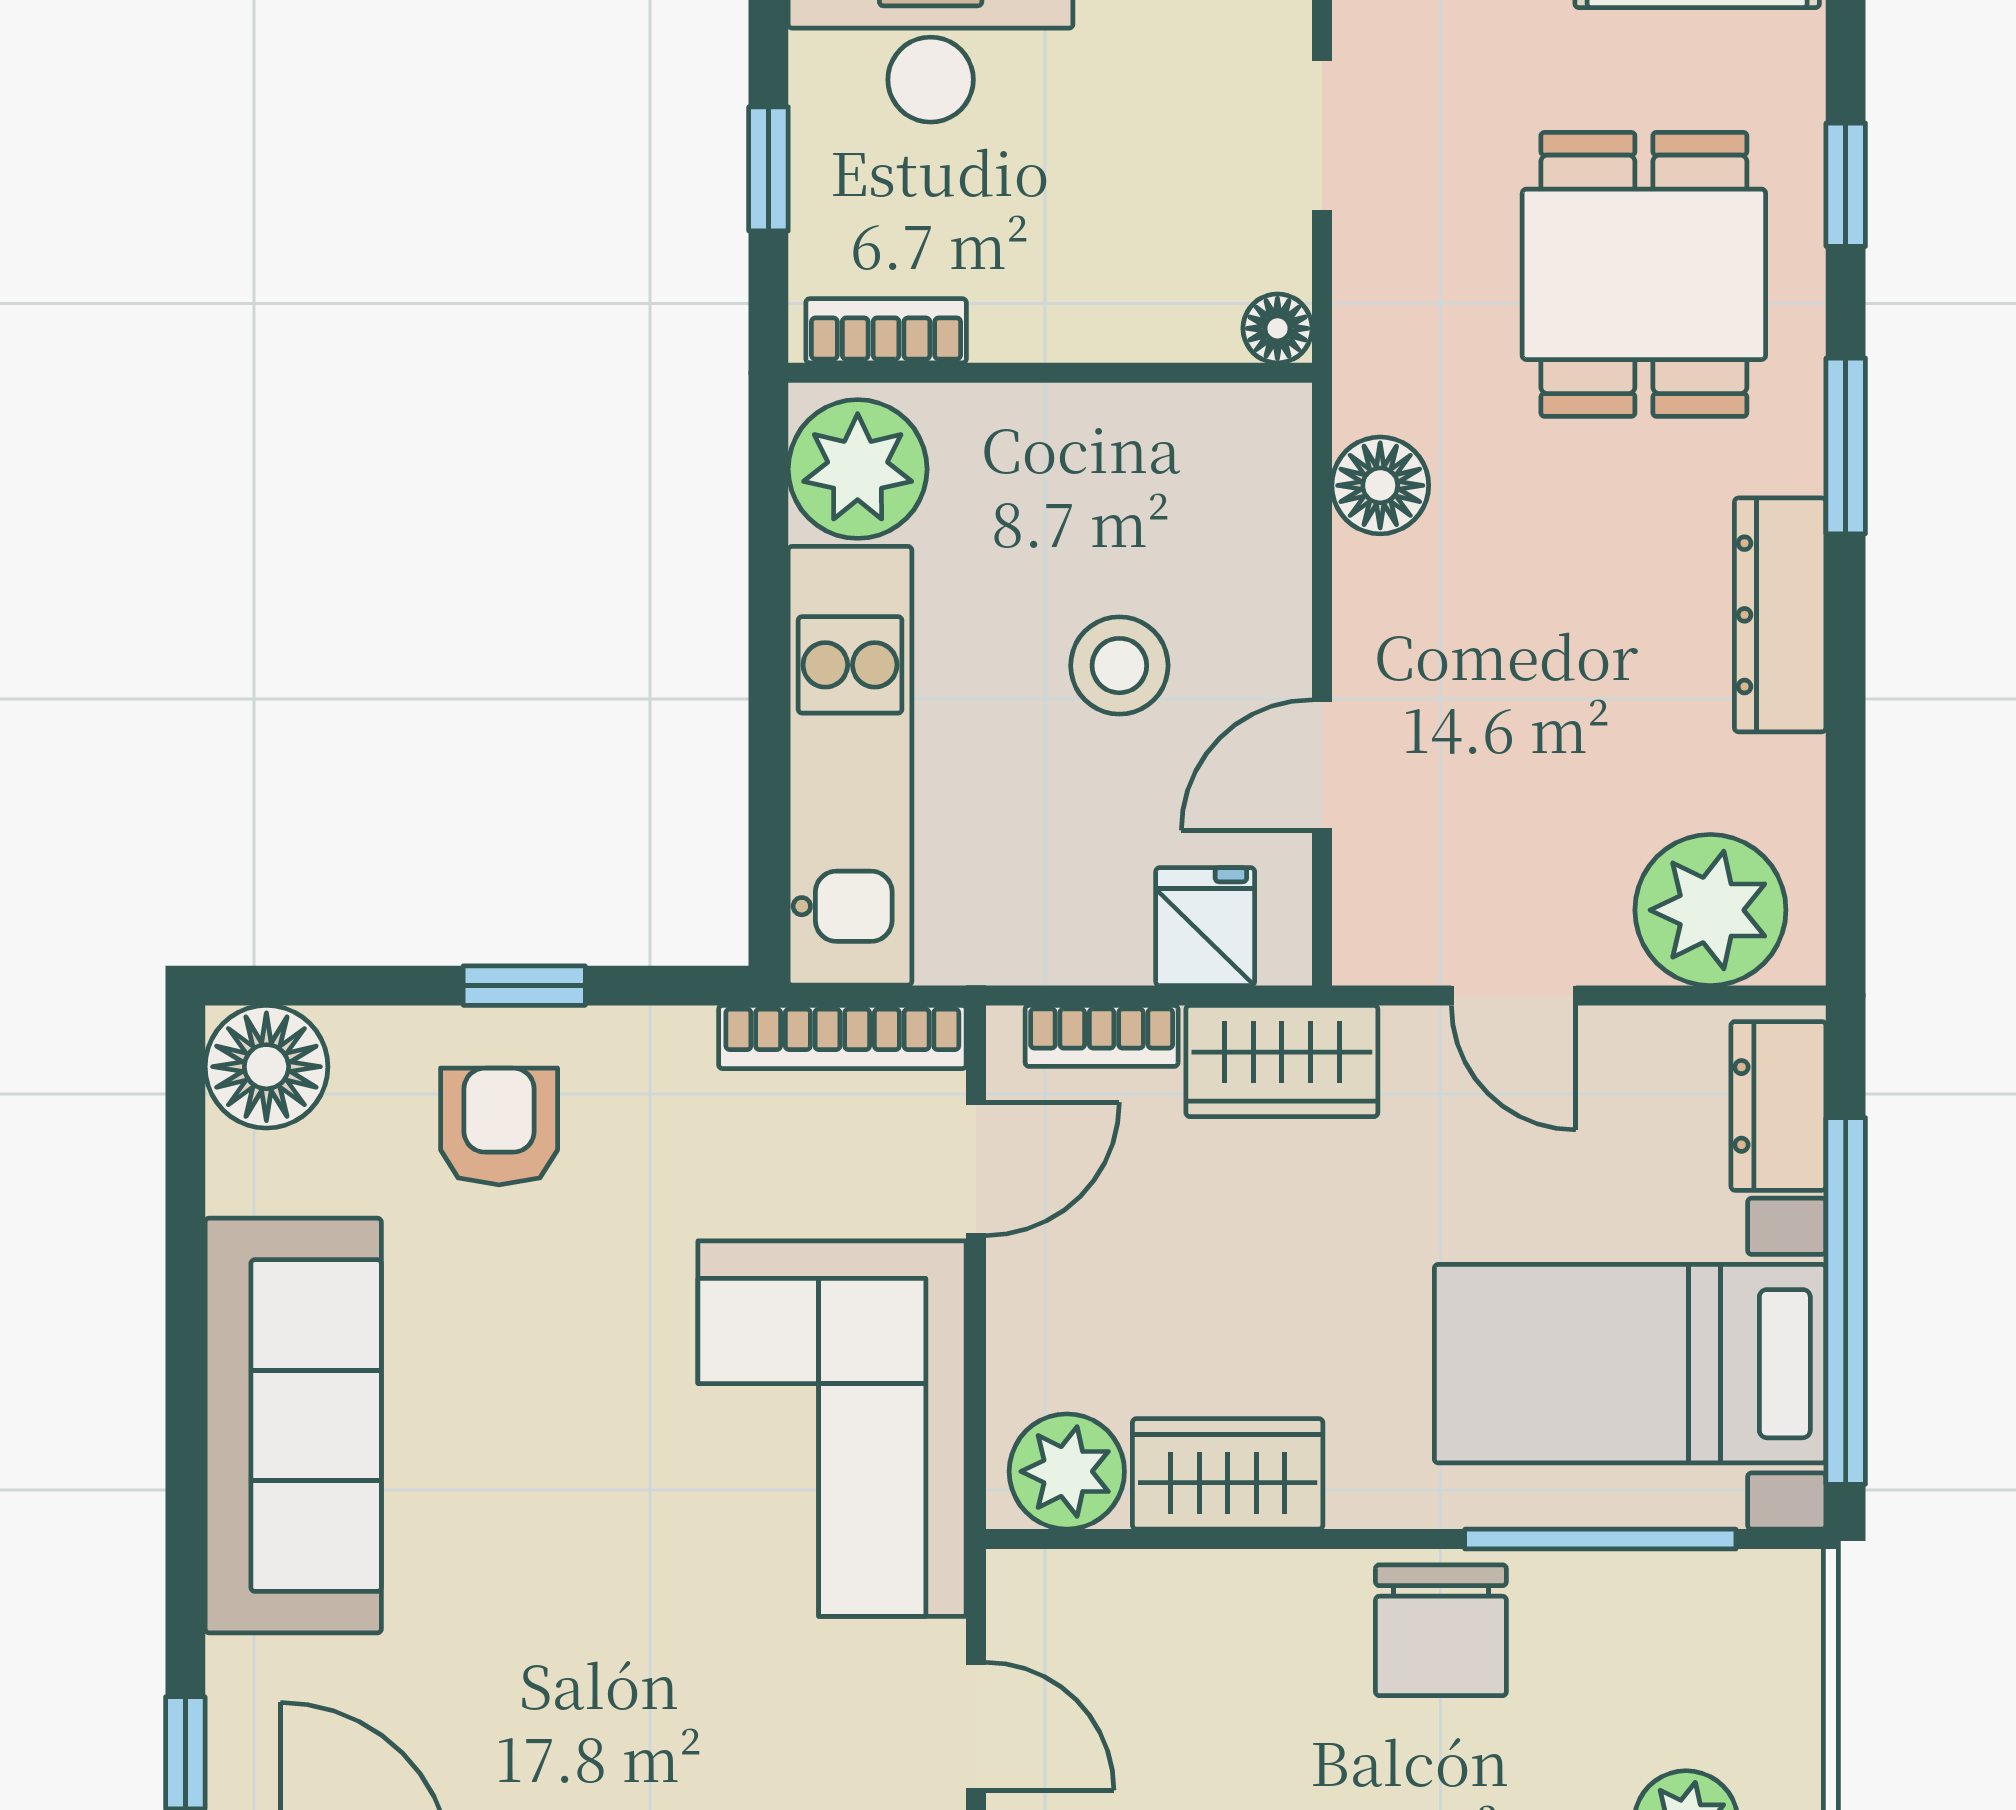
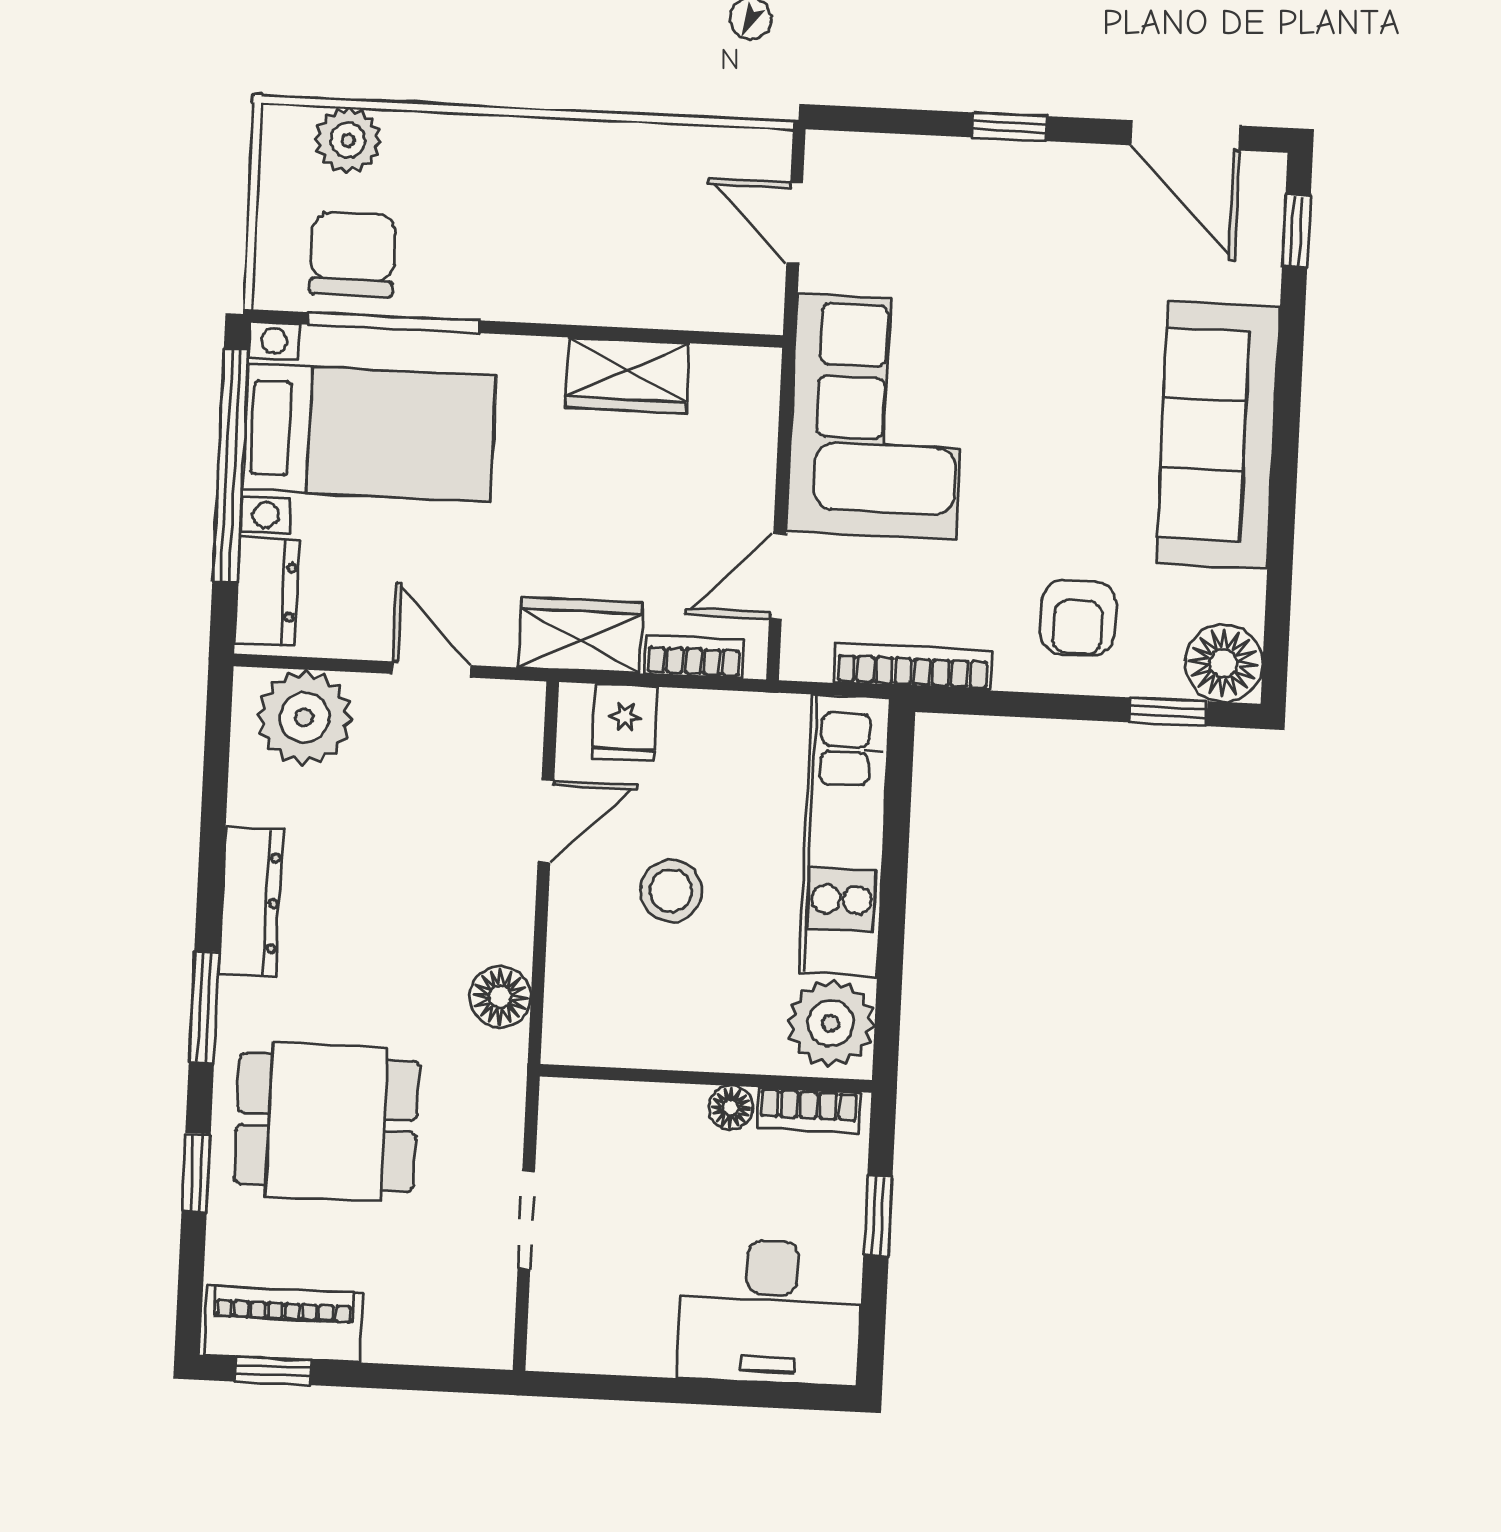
dining table: (1644, 274) -> (327, 1122), turned 90
floor lamp: (1277, 328) -> (731, 1108), moved
window: (524, 986) -> (1168, 712), moved
bookcase: (842, 1037) -> (913, 667), moved
plant: (1067, 1471) -> (729, 382), removed
chair: (1441, 1630) -> (353, 254), moved

